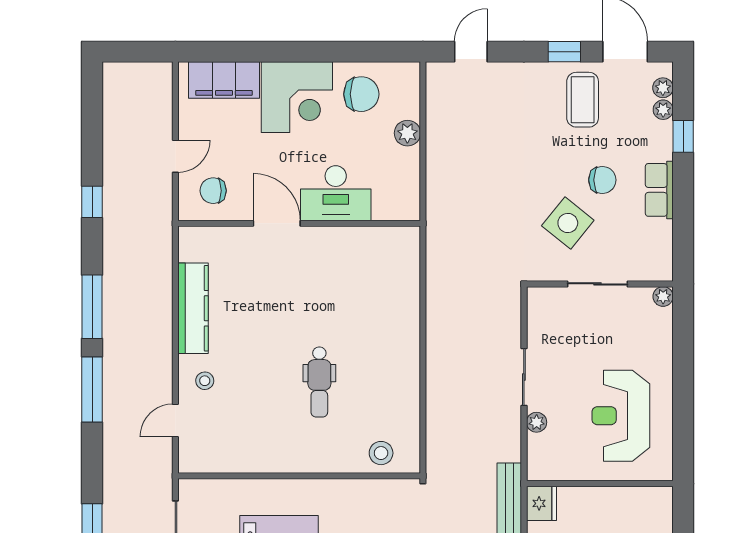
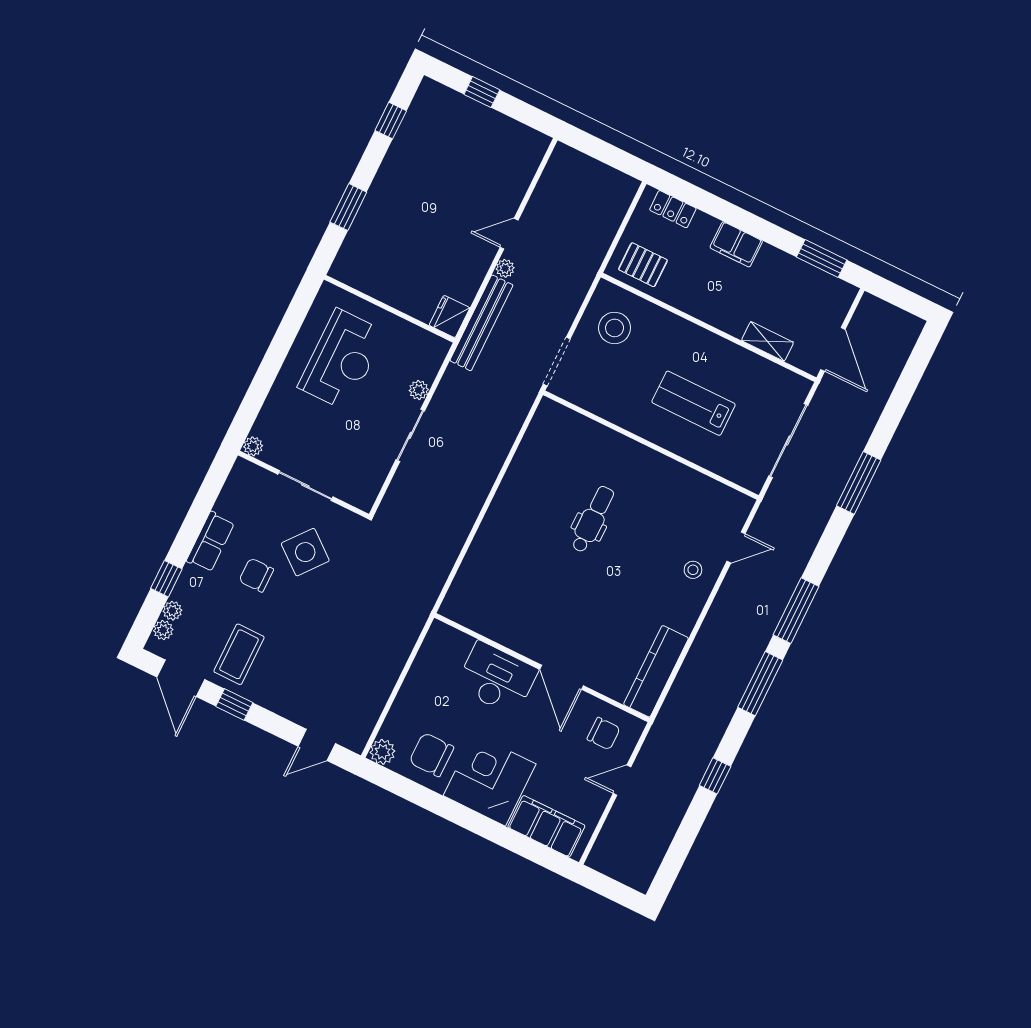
plant: (407, 133) -> (382, 752), moved
kitchen counter: (193, 308) -> (656, 671), moved
stool: (381, 453) -> (569, 430), removed

